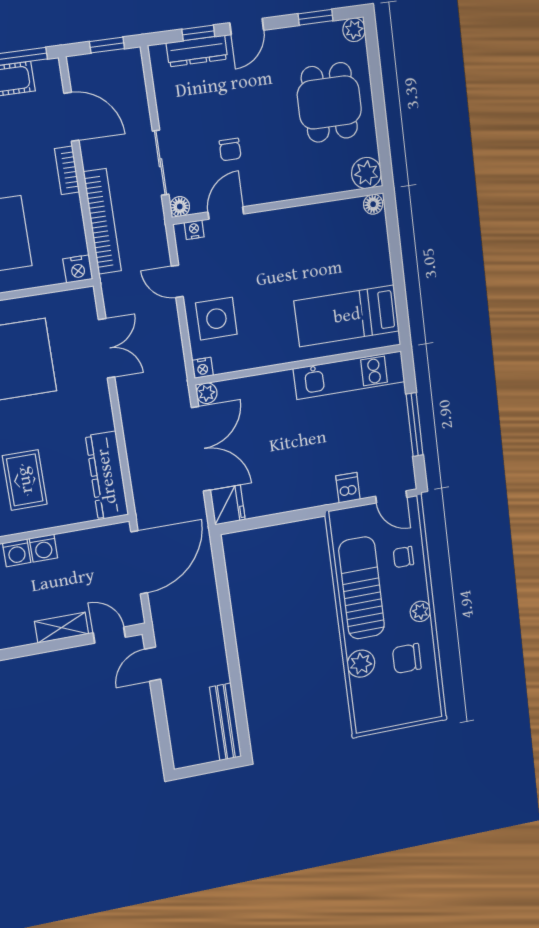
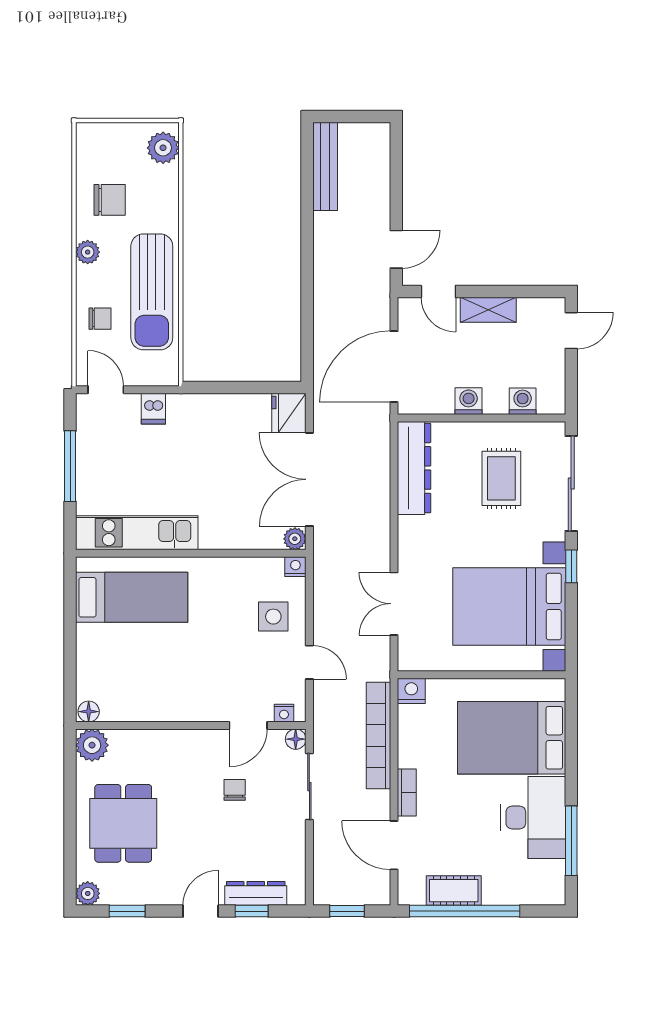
side table: (216, 319) -> (273, 617), width x0.73, depth x0.73
washing machine: (43, 548) -> (469, 401), moved
plant: (361, 664) -> (163, 148), moved

